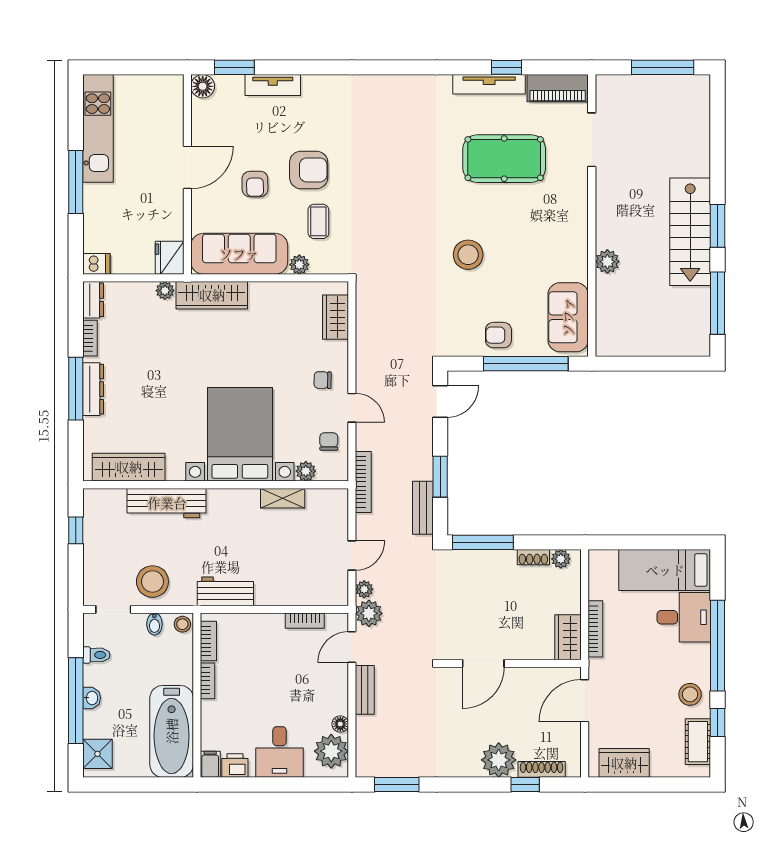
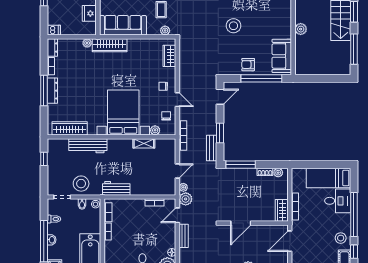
fridge: (170, 258) -> (89, 13), moved
plant: (299, 265) -> (165, 30), moved

